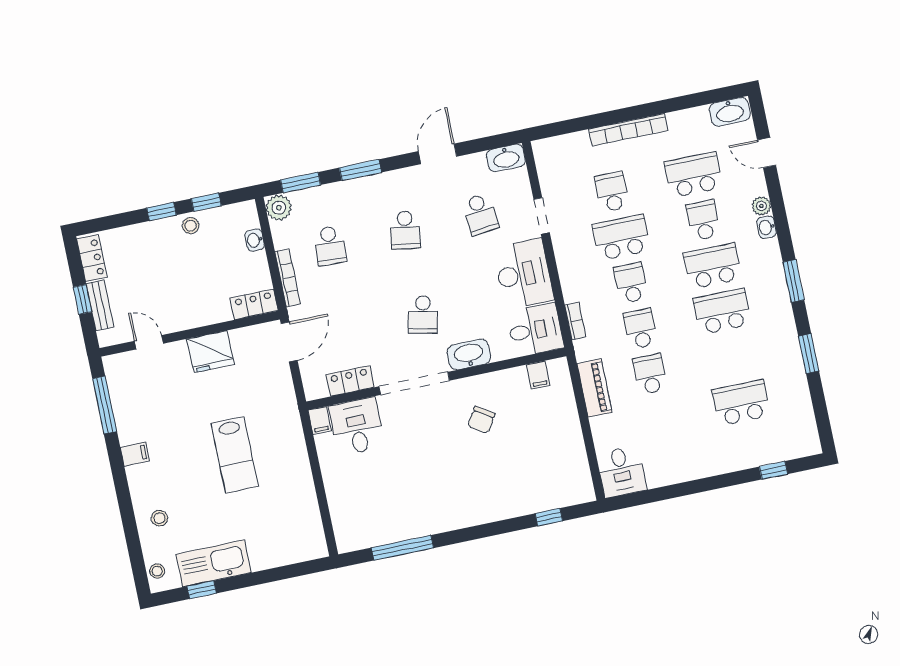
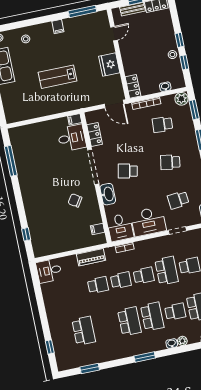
window: (809, 354) -> (90, 368), moved

